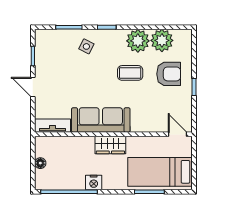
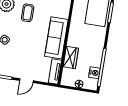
wardrobe: (110, 145) -> (71, 57), moved
nightstand: (94, 182) -> (94, 73), moved

